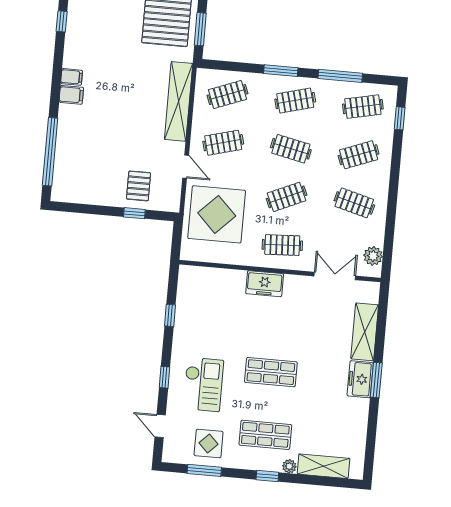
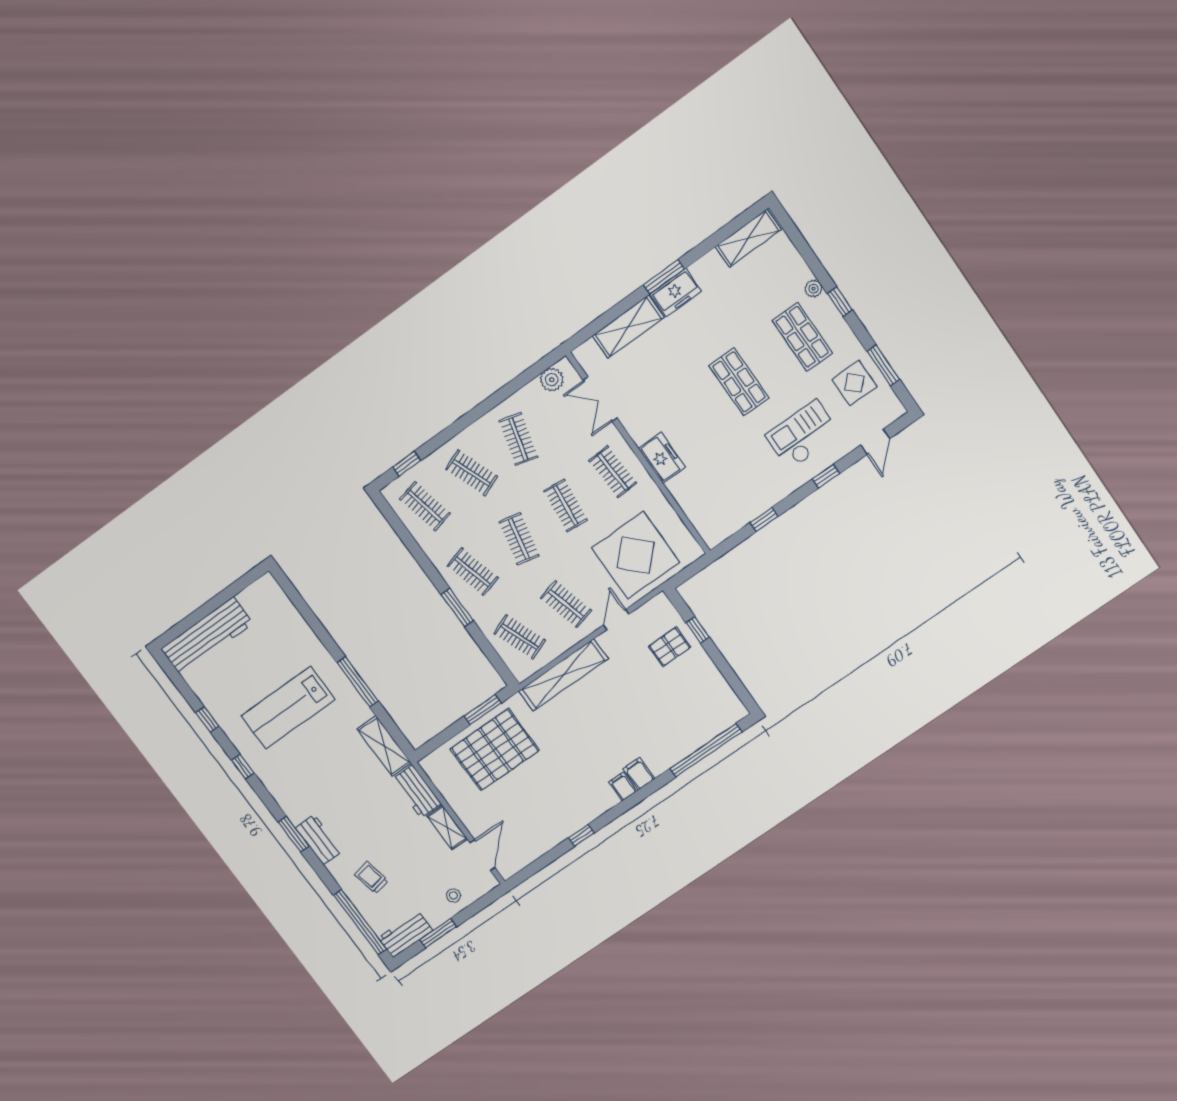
window: (340, 76) -> (416, 550), removed
clothes rail: (287, 197) -> (566, 505), turned 30
shelving: (324, 466) -> (748, 238), moved, turned 90

